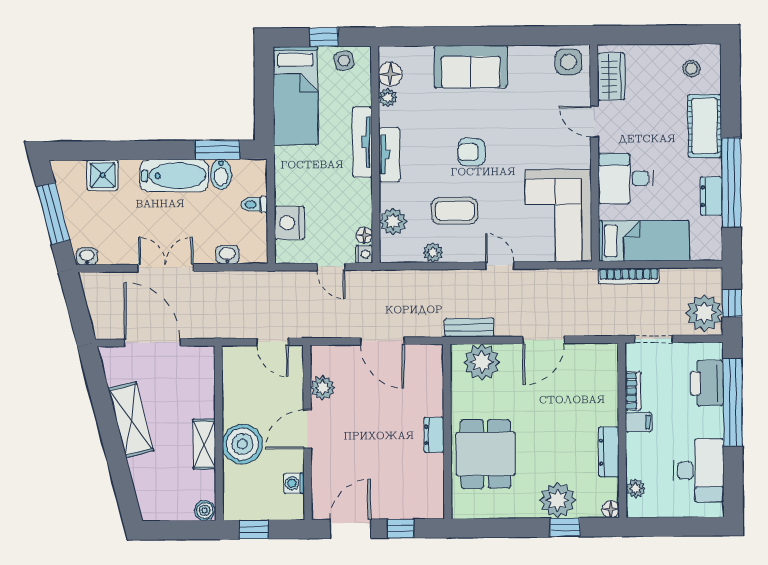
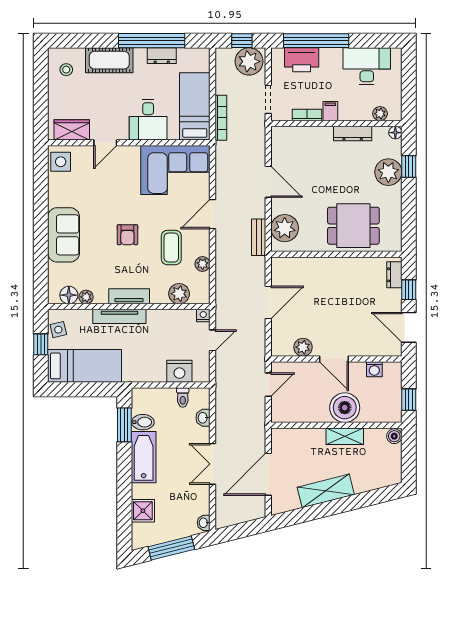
toilet: (254, 205) -> (183, 398), moved
floor lamp: (364, 235) -> (189, 315), removed
door: (500, 266) -> (213, 214), width x1.38
dresser: (434, 435) -> (394, 275), moved, turned 90

